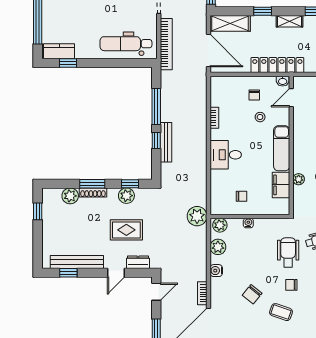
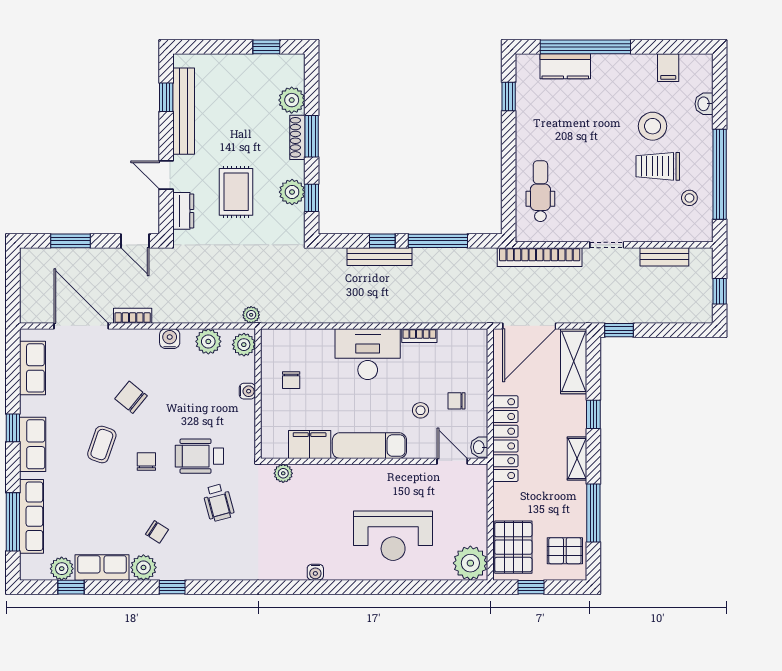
dental chair: (126, 44) -> (540, 191), width x0.73, depth x0.72
kitchen counter: (59, 51) -> (565, 66), moved, turned 90
desk: (226, 155) -> (368, 354), width x1.37
plant: (299, 179) -> (283, 473), moved
plant: (197, 216) -> (251, 315), width x0.53, depth x0.53
wheelchair: (288, 252) -> (199, 456), turned 180

